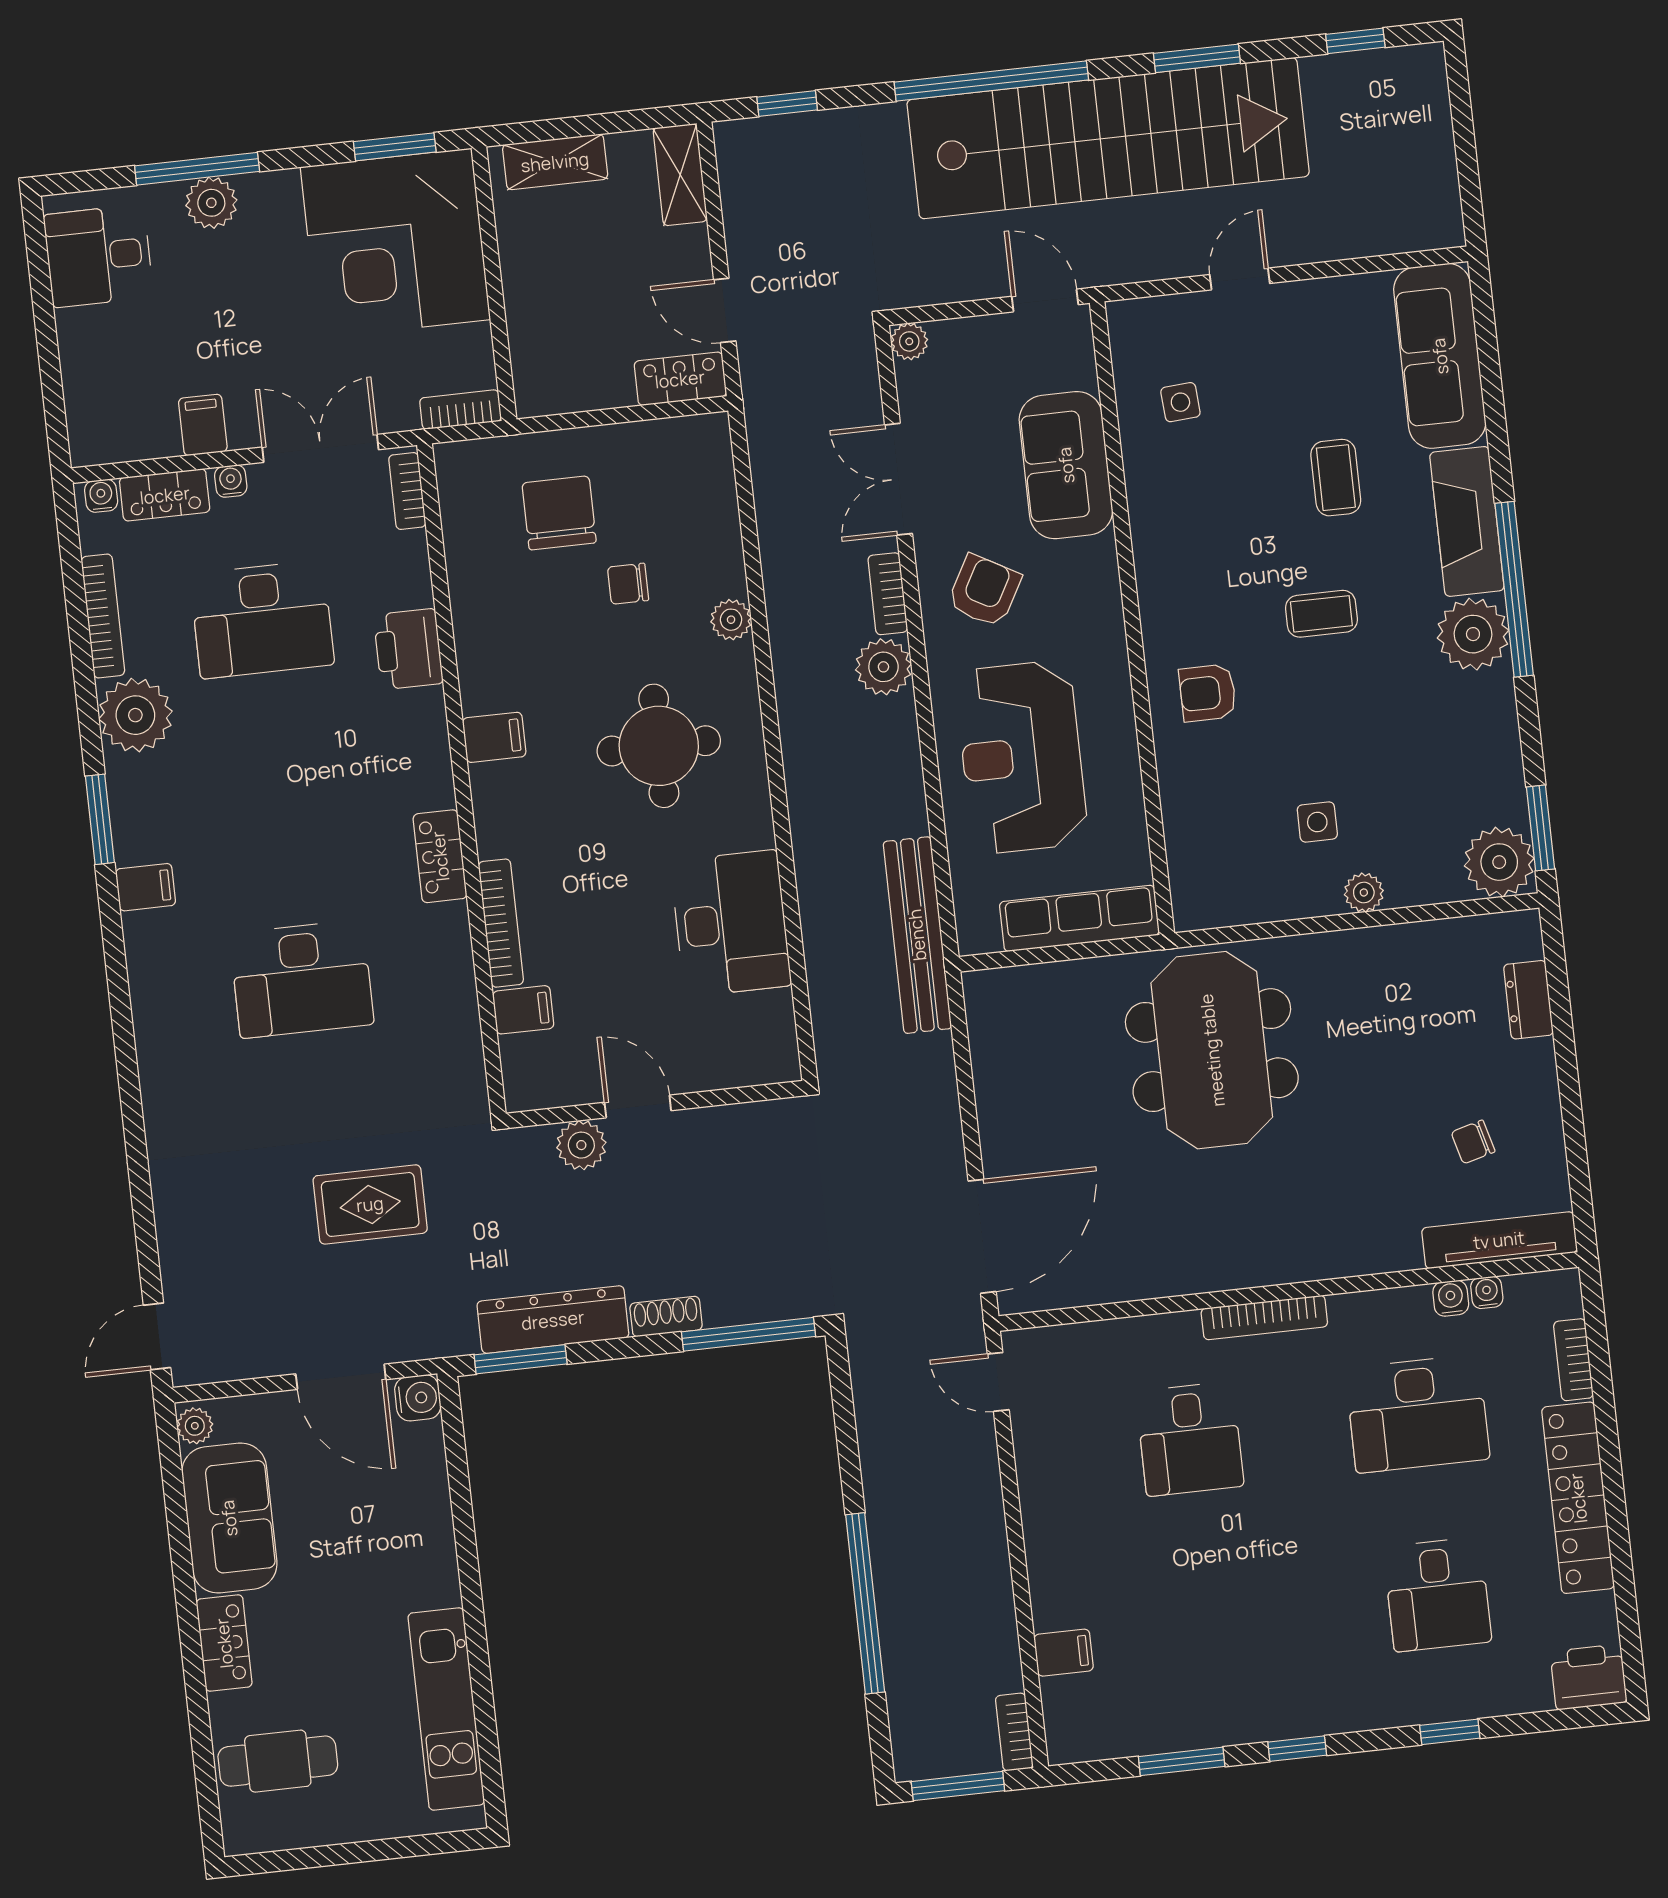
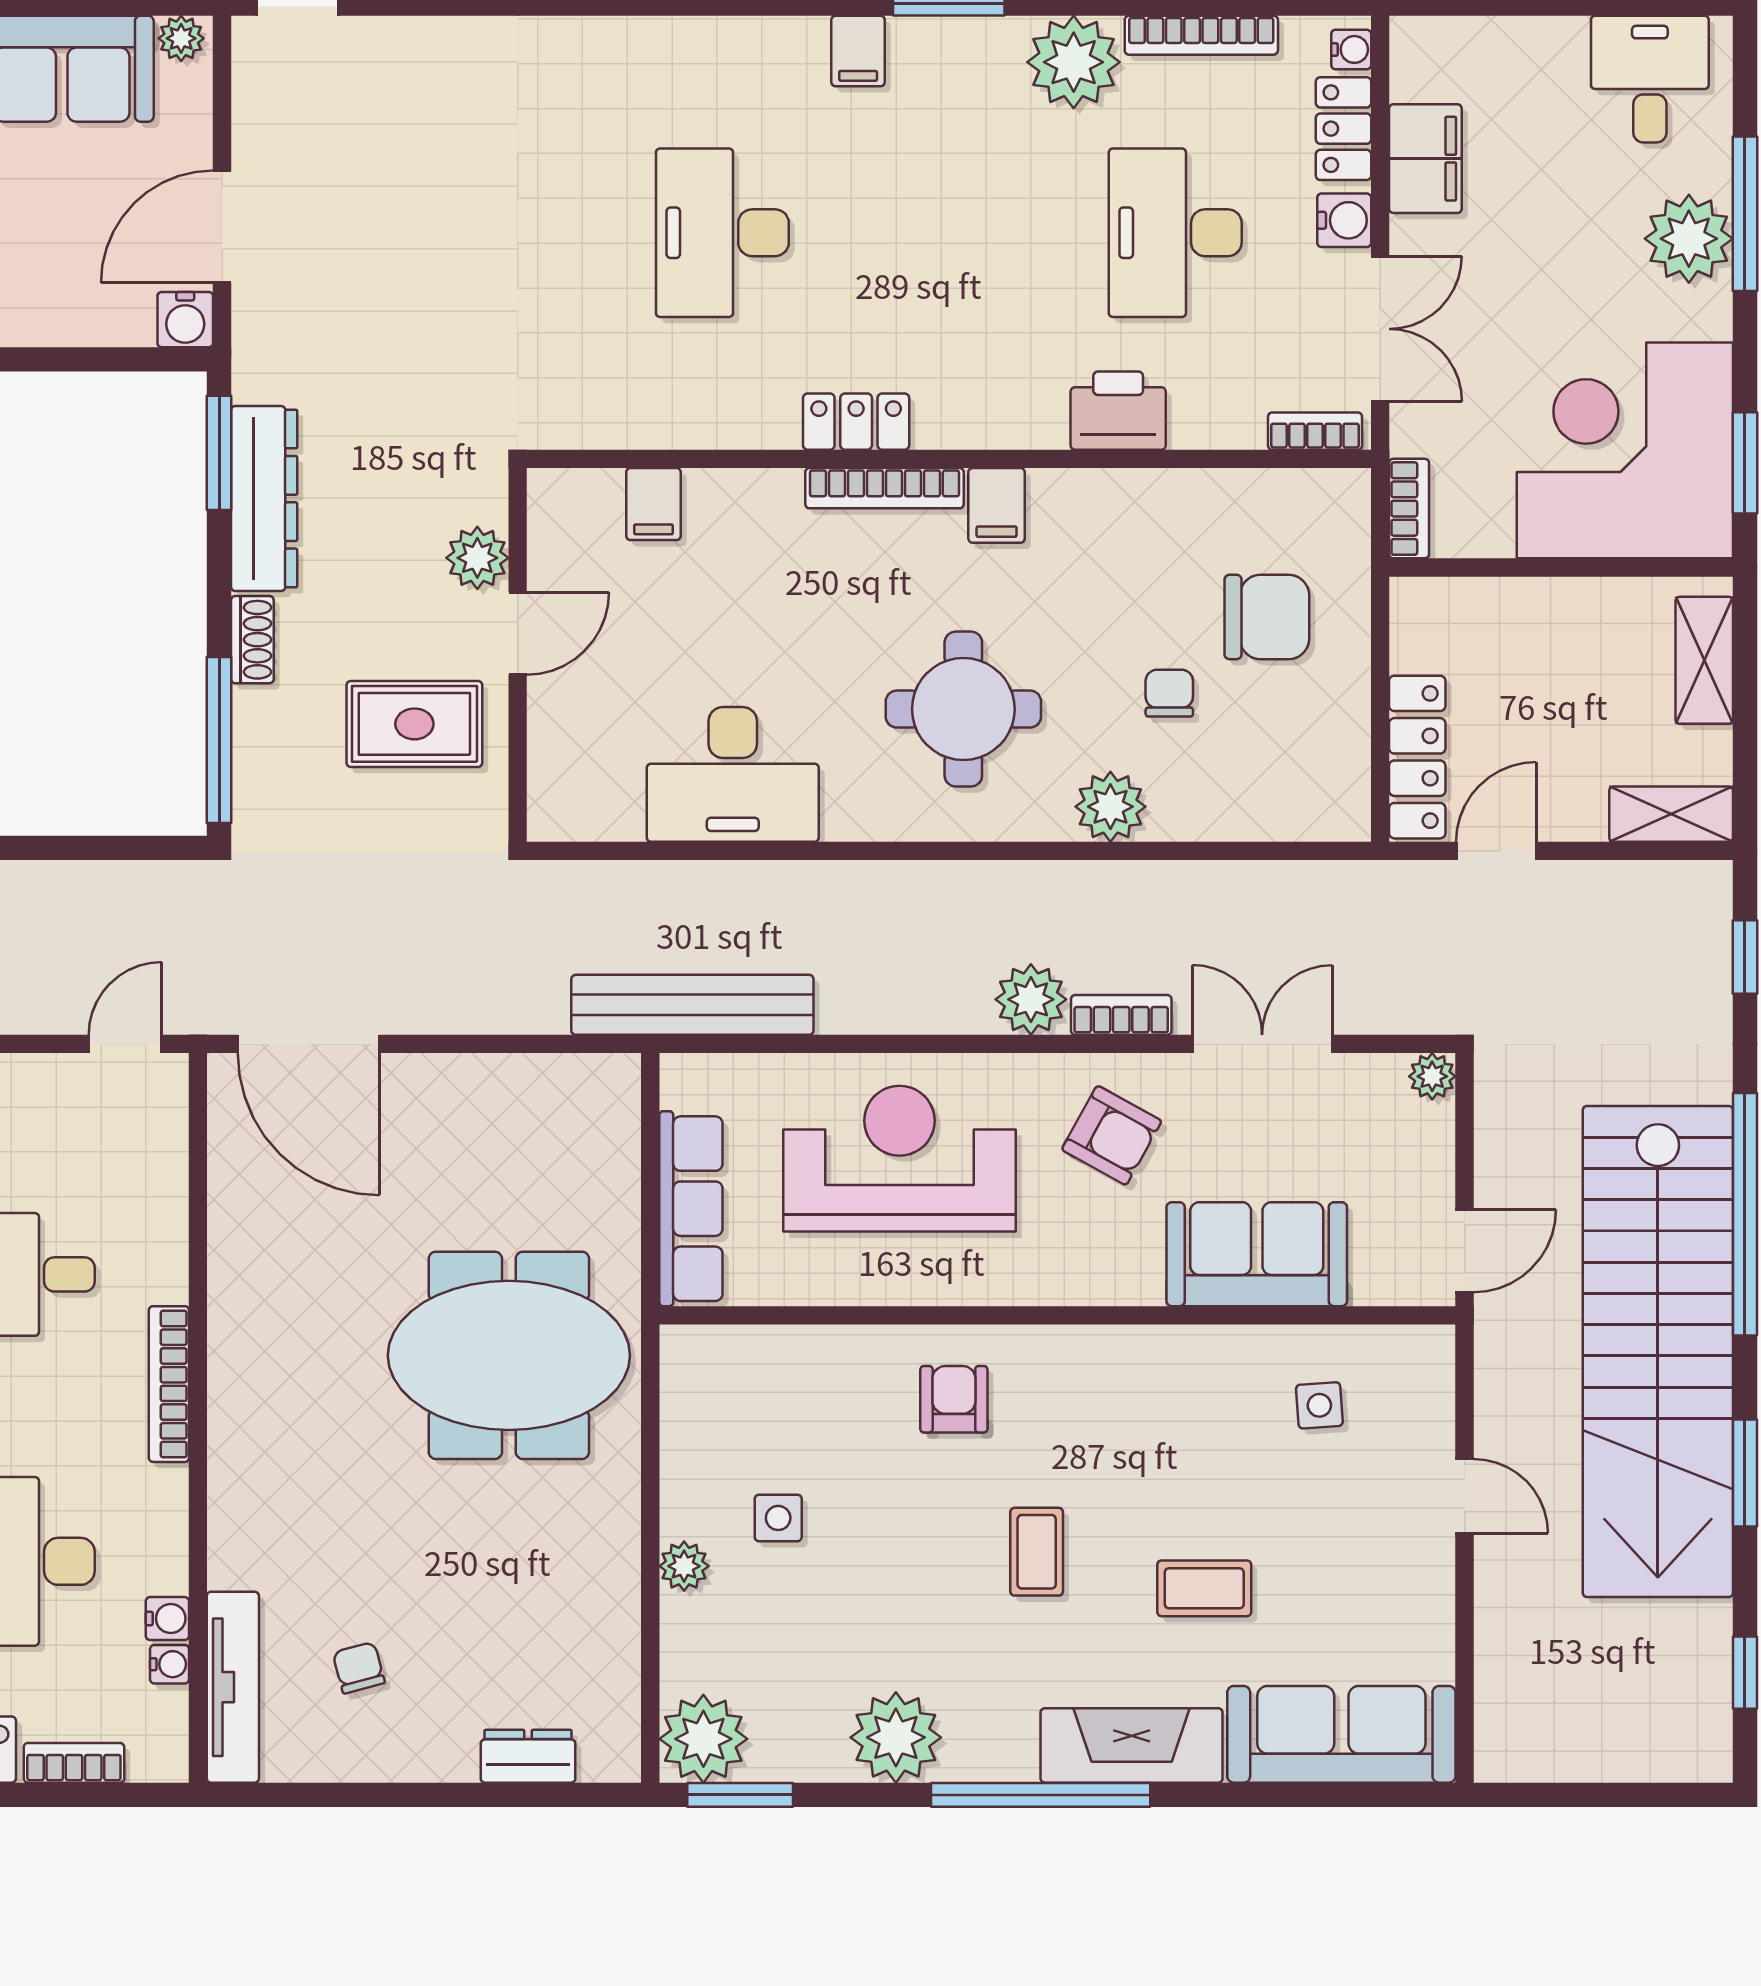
plant: (211, 203) -> (1689, 239), width x1.36, depth x1.36
locker: (680, 379) -> (1417, 757), width x1.53
filing cabinet: (203, 425) -> (1425, 159), width x2.00
water cooler: (231, 481) -> (1344, 220), width x1.38, depth x1.38
plant: (731, 620) -> (1110, 807), width x1.38, depth x1.38
plant: (1473, 634) -> (896, 1737), moved
bookcase: (501, 923) -> (884, 488), moved
rug: (370, 1204) -> (414, 724), moved, turned 90

